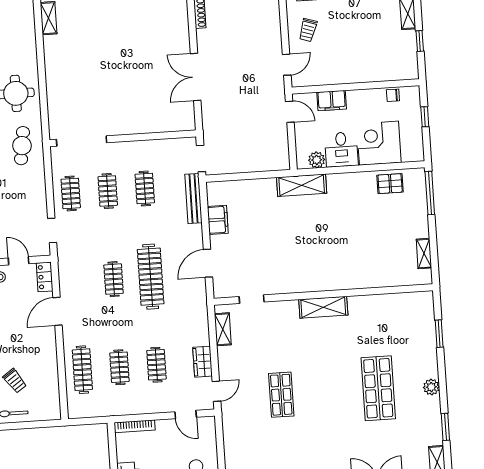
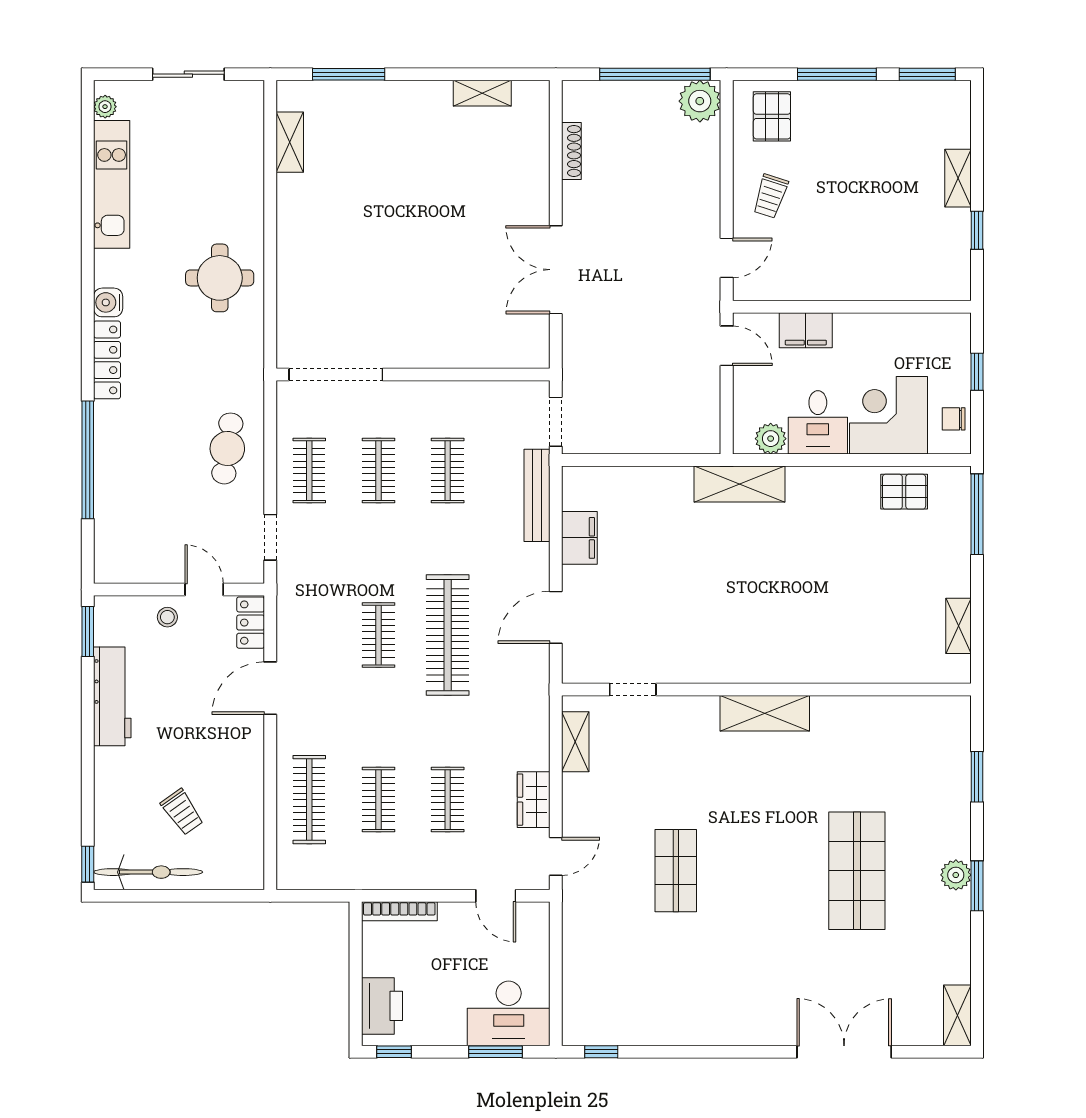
chair: (393, 95) -> (954, 419), moved
cafe table: (22, 146) -> (227, 448), moved
window: (445, 427) -> (977, 886), moved

